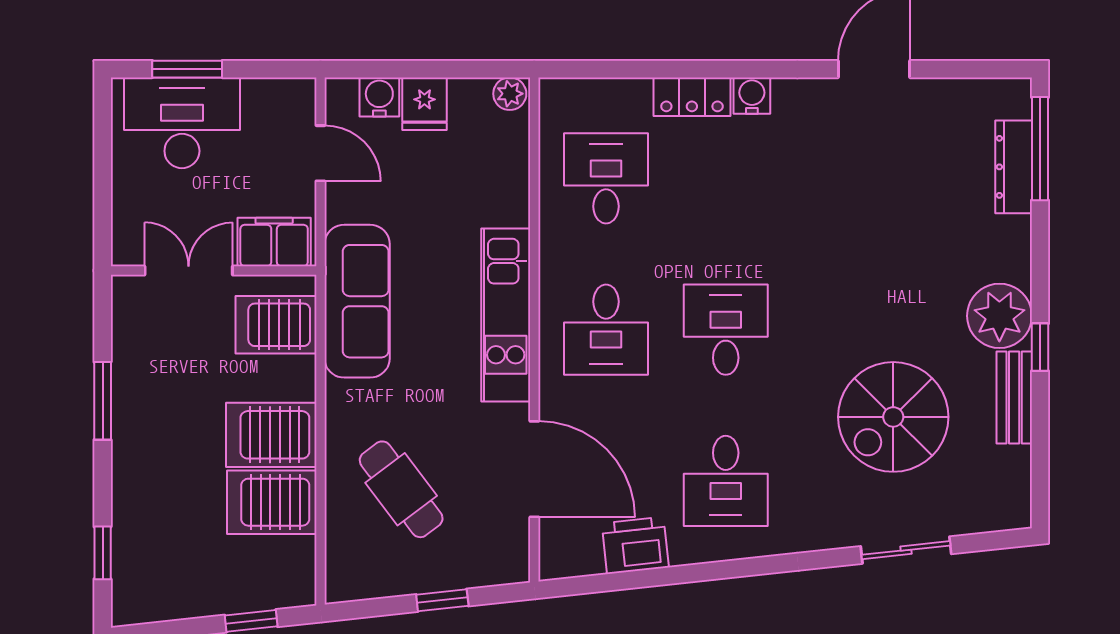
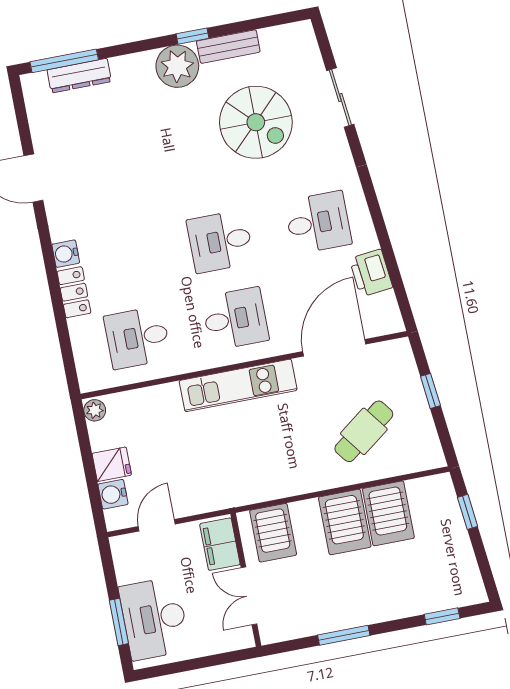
sofa: (357, 301) -> (248, 483), removed

